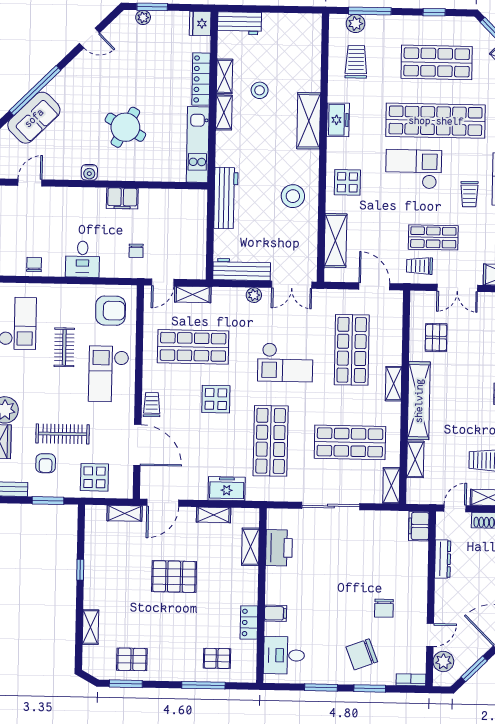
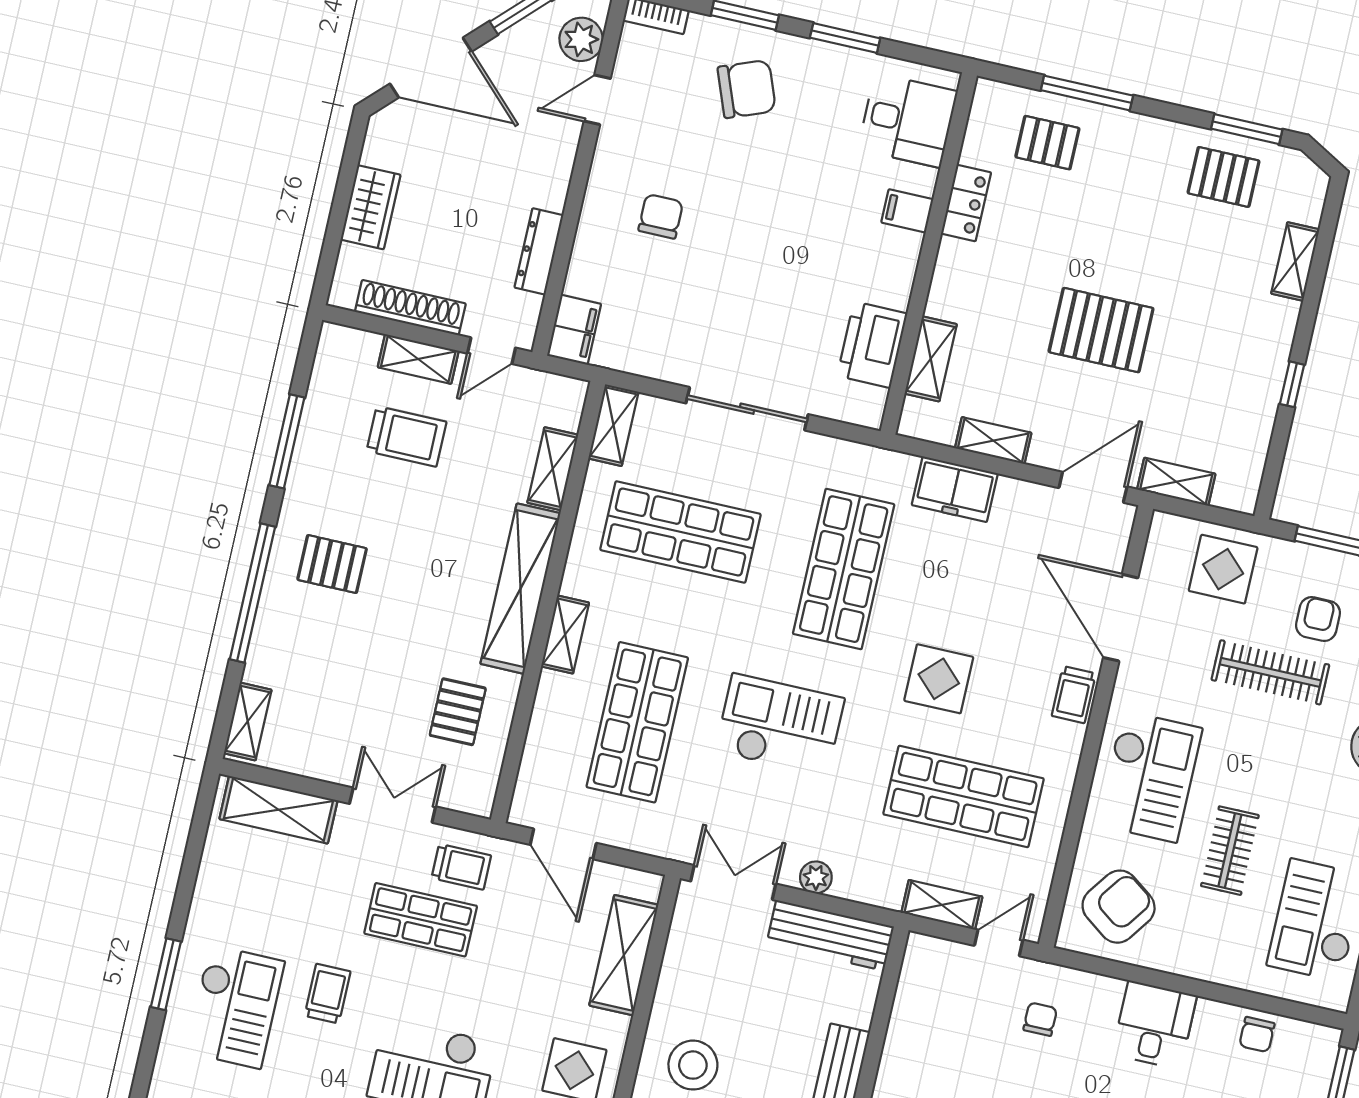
armchair: (111, 311) -> (1119, 907), turned 126
chair: (384, 608) -> (661, 216), moved

